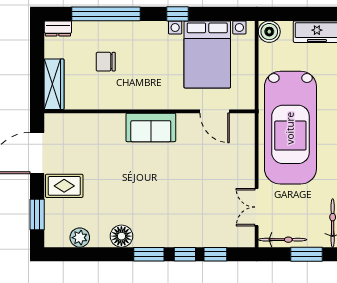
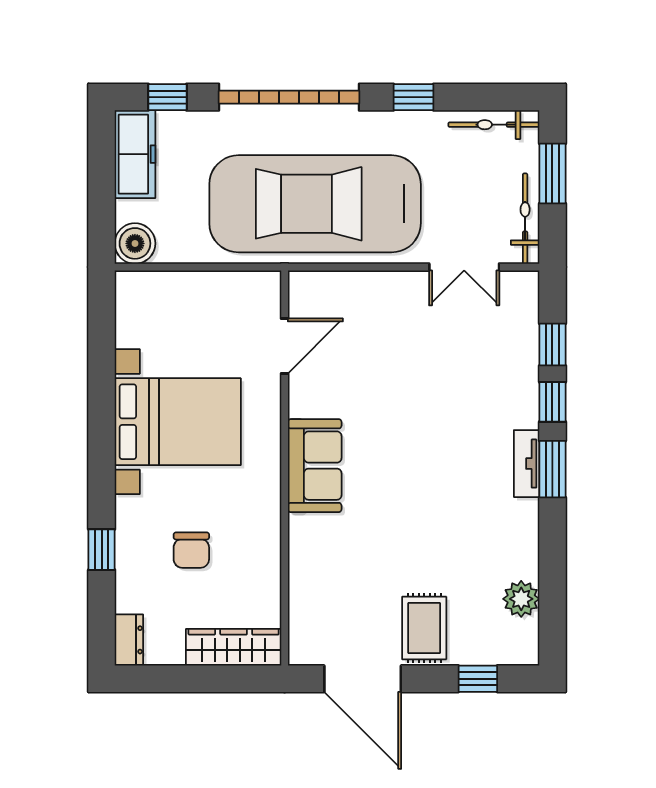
window: (106, 14) -> (102, 550), width x0.32
window: (177, 14) -> (102, 416), removed
bed with nightstands: (207, 54) -> (178, 422), moved
car: (290, 128) -> (315, 204), turned 180
window: (37, 214) -> (478, 679), width x0.67
floor lamp: (121, 236) -> (518, 521), removed
tv unit: (152, 240) -> (527, 464), added

